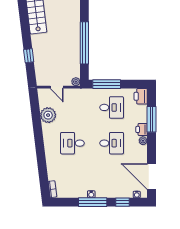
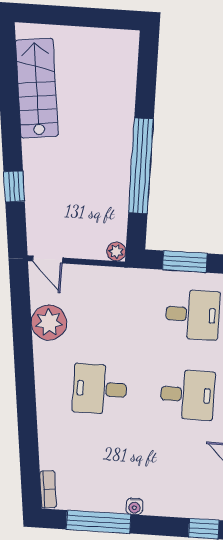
window: (107, 84) -> (185, 262), width x0.69
door: (57, 87) -> (48, 259), moved
window: (93, 202) -> (98, 522), moved

